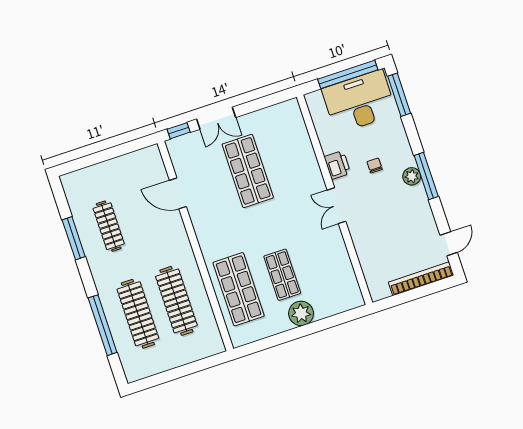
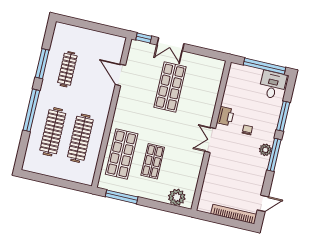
window: (399, 95) -> (283, 116), moved
desk: (359, 102) -> (273, 85), width x0.53, depth x0.77
plant: (301, 313) -> (177, 197), moved
window: (103, 325) -> (31, 110), moved
window: (271, 342) -> (122, 197), added

